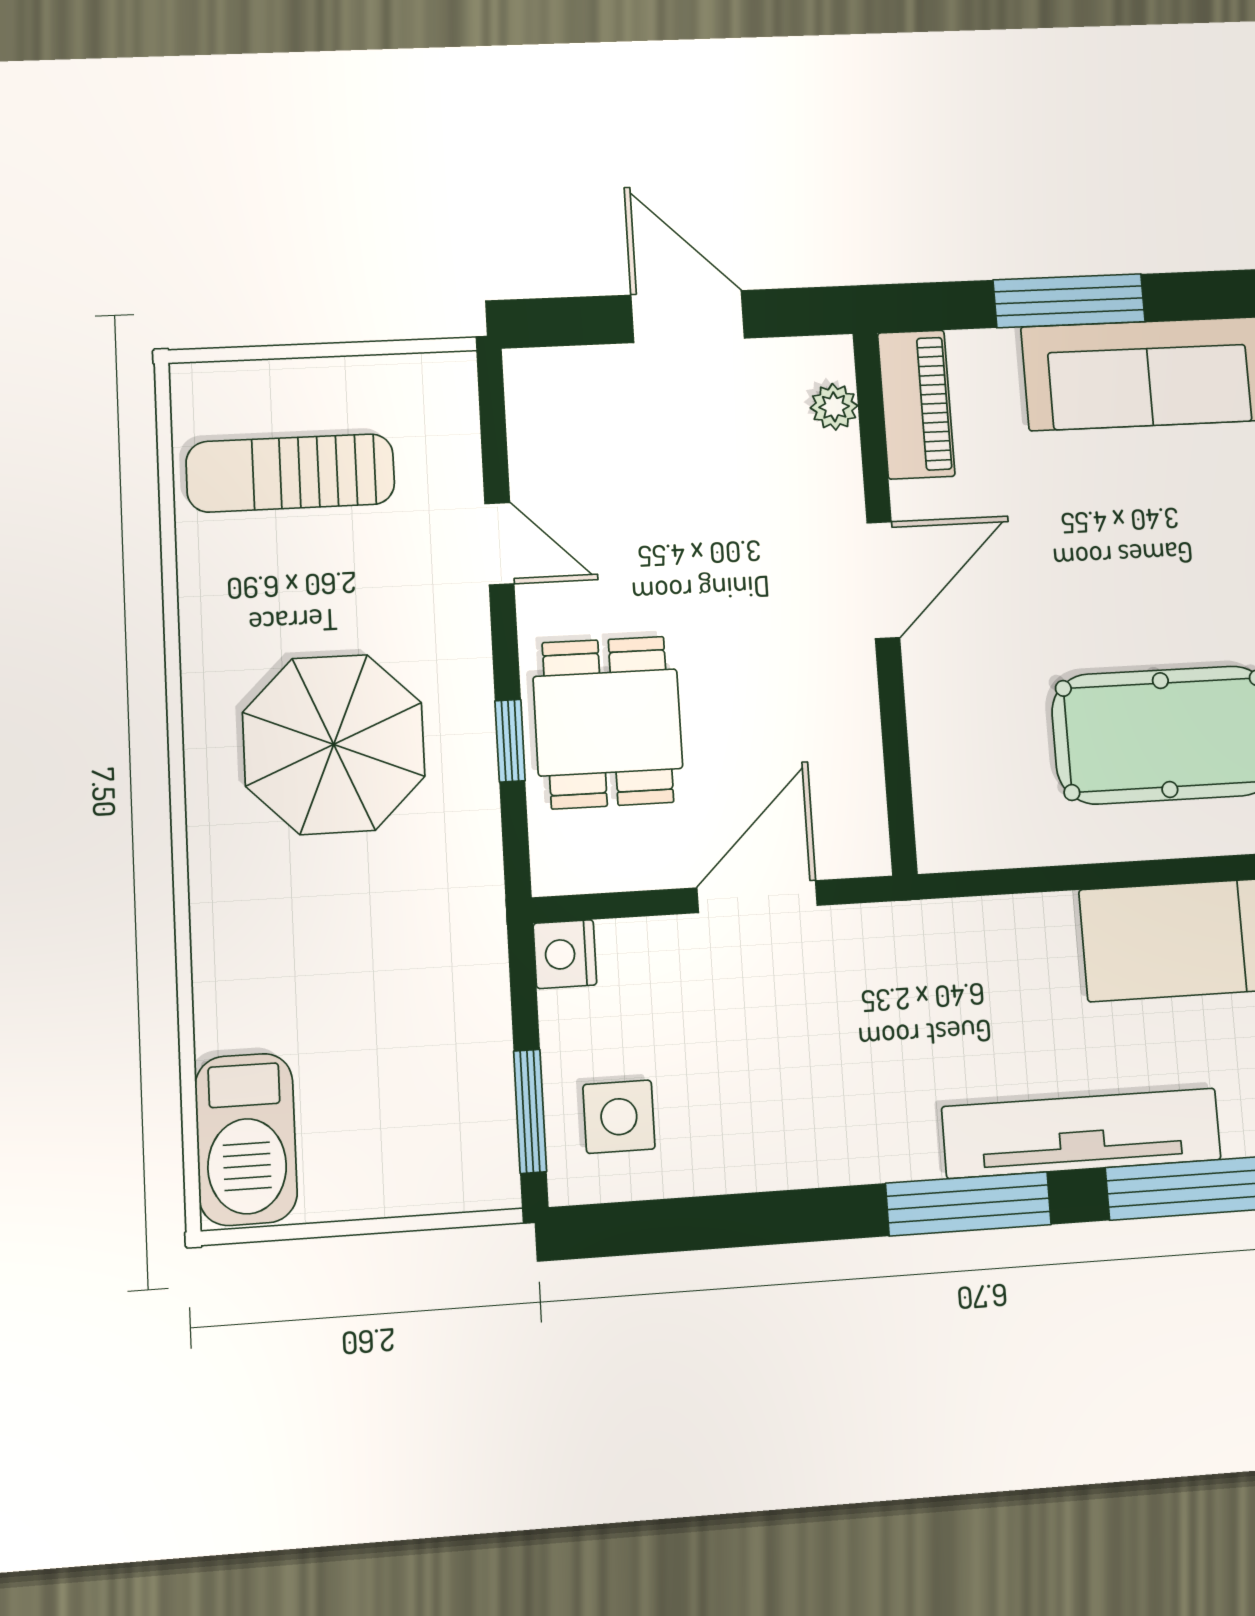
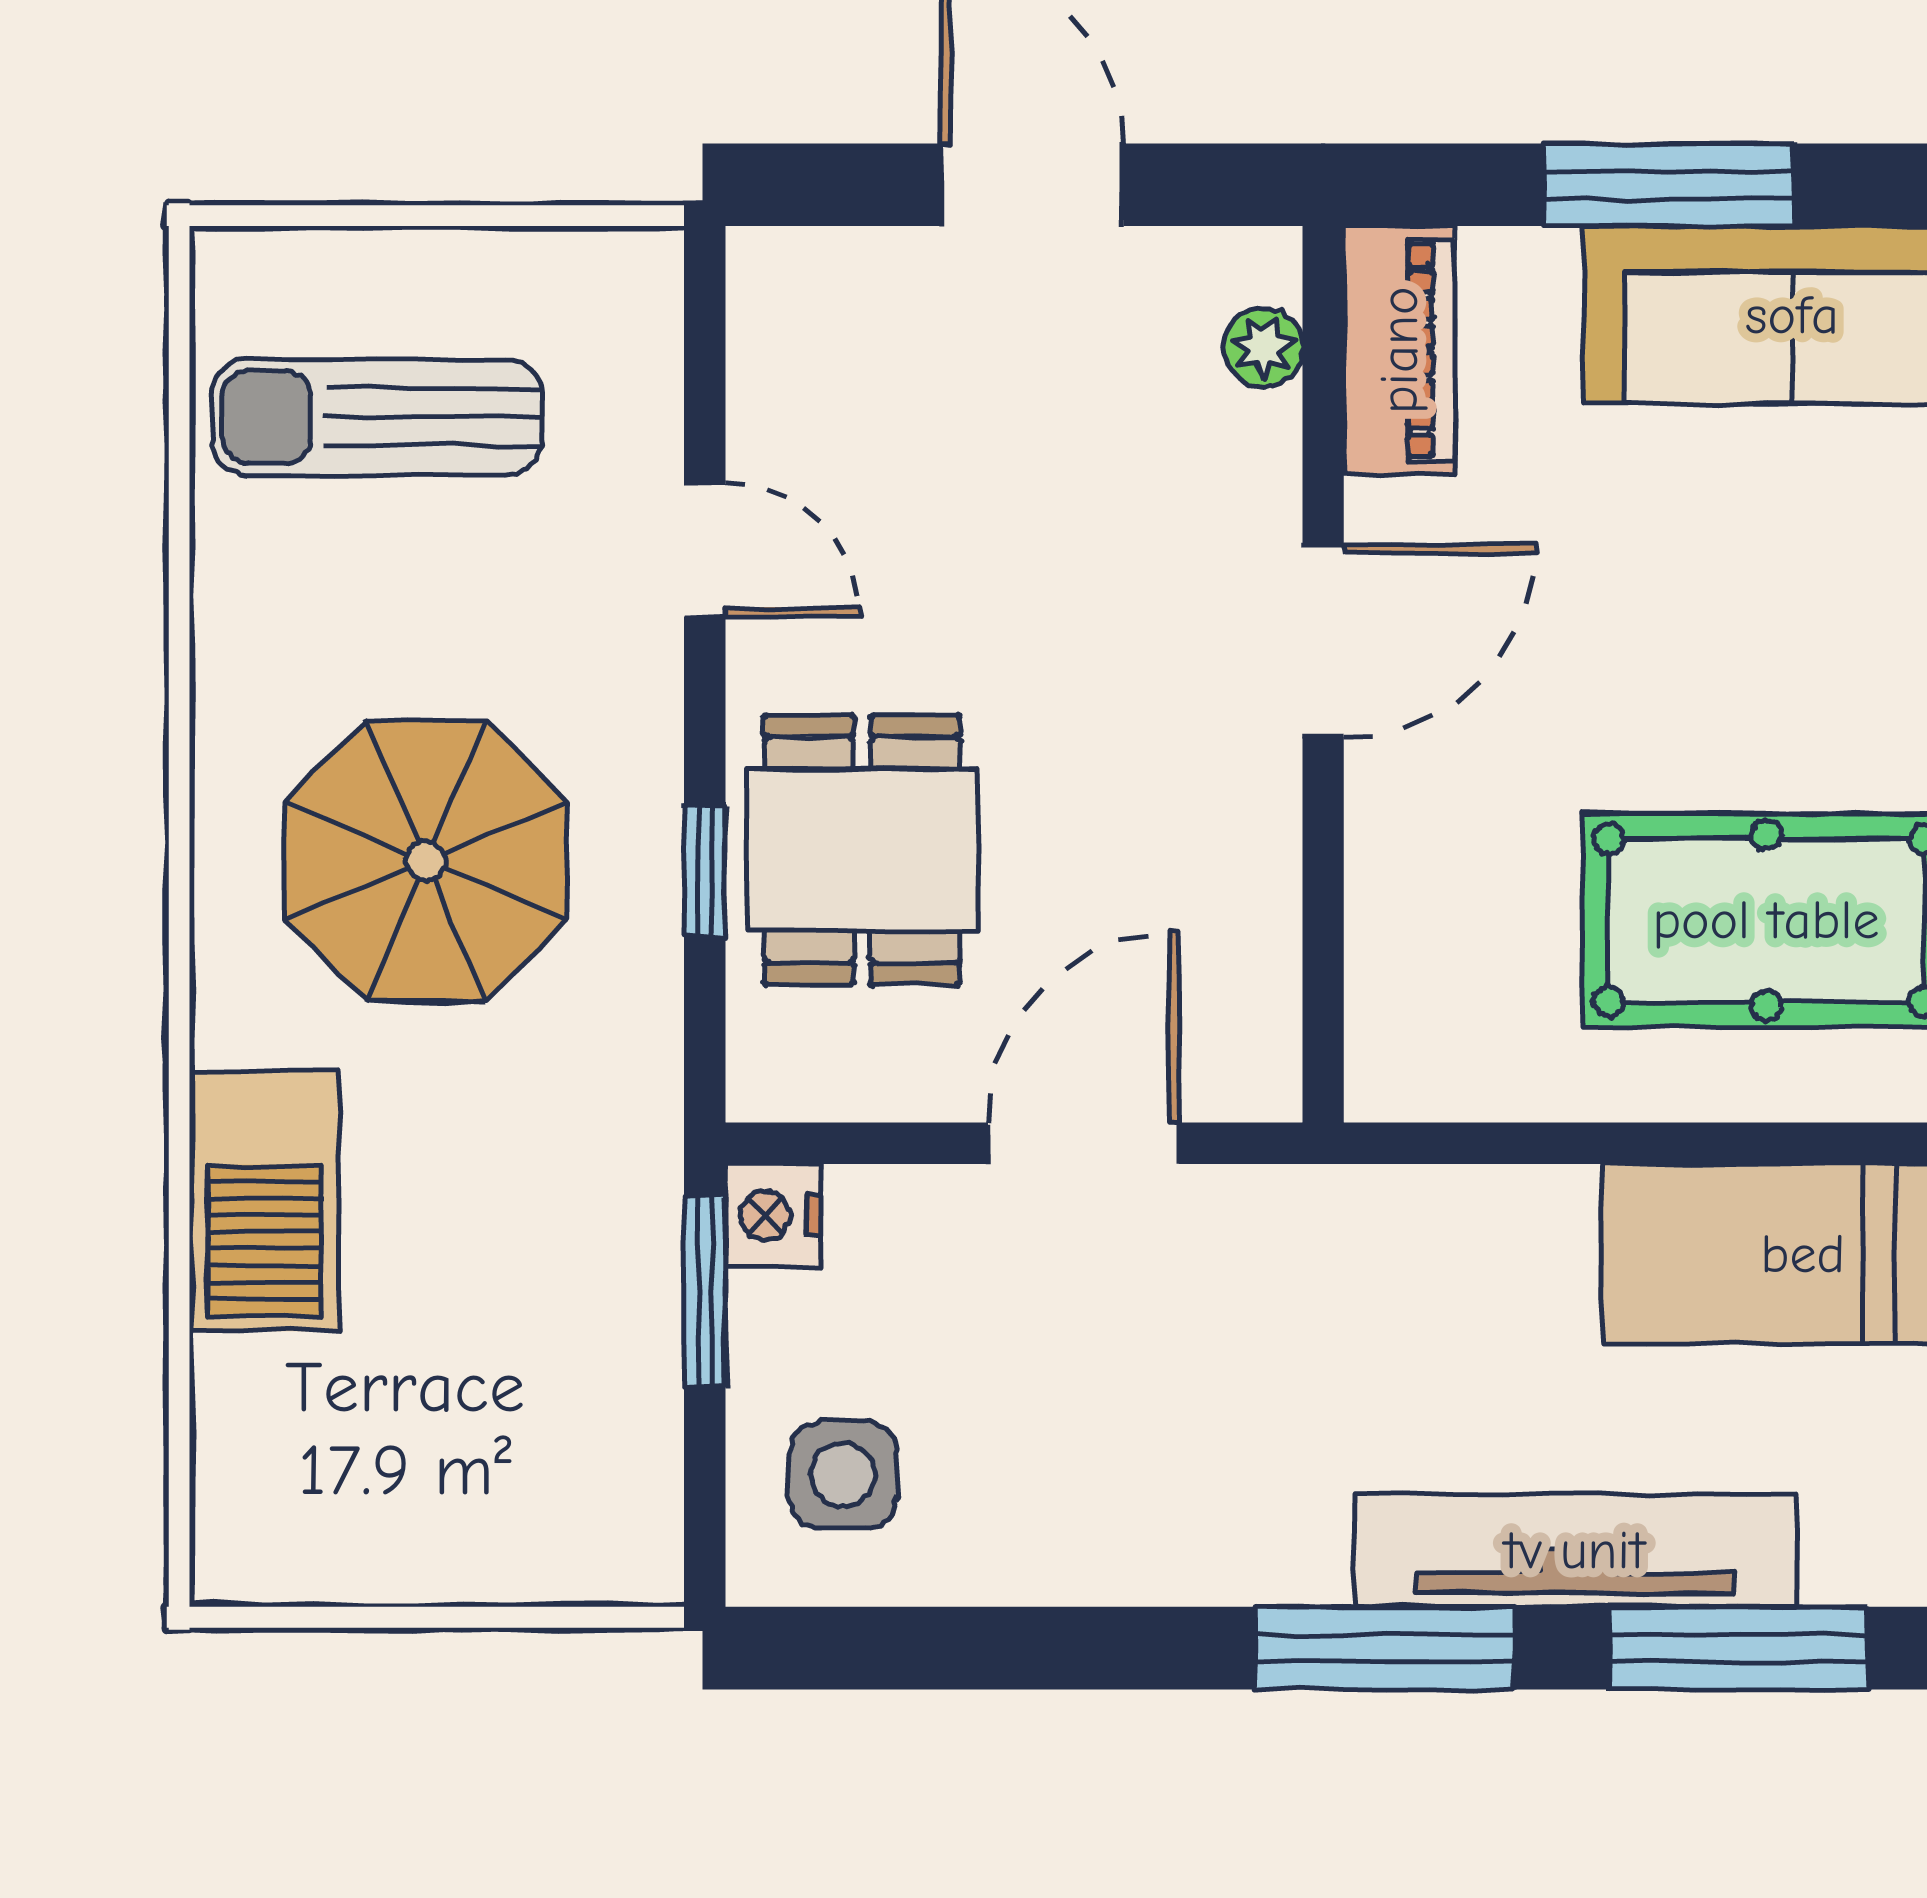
window: (530, 1111) -> (705, 1291), moved
barbecue: (246, 1139) -> (264, 1201), moved

